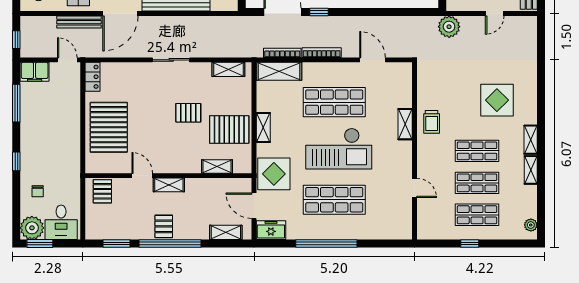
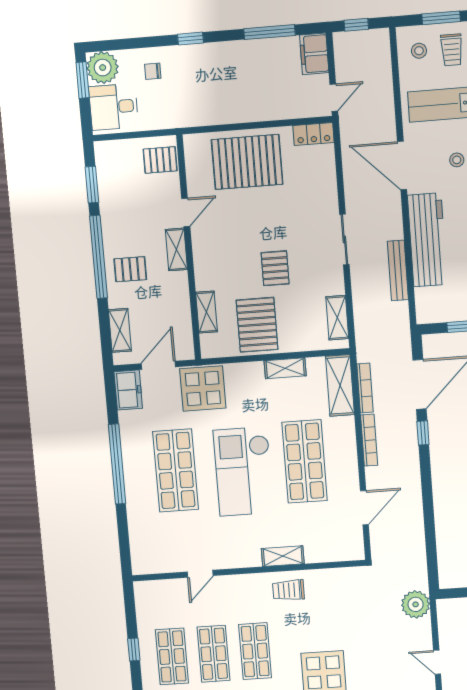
bench: (79, 22) -> (398, 270), moved
shelving: (263, 128) -> (285, 368), moved
pallet: (164, 226) -> (130, 269), moved

